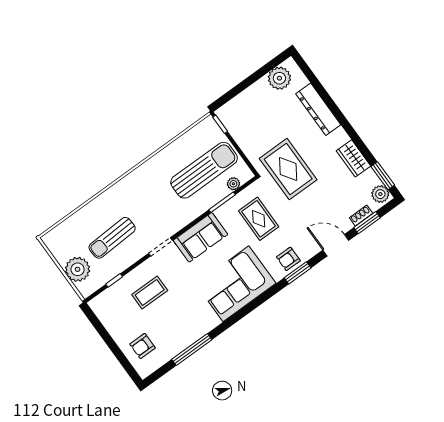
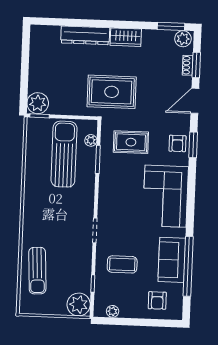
plant: (279, 78) -> (38, 103), moved
wardrobe: (354, 158) -> (126, 37), moved
sofa: (200, 237) -> (172, 260), moved, turned 180
sun lounger: (112, 238) -> (37, 271), moved
plant: (78, 269) -> (79, 304), moved
coffee table: (150, 292) -> (122, 264), turned 90
plant: (104, 315) -> (113, 311), added
window: (192, 349) -> (188, 266), width x1.46

